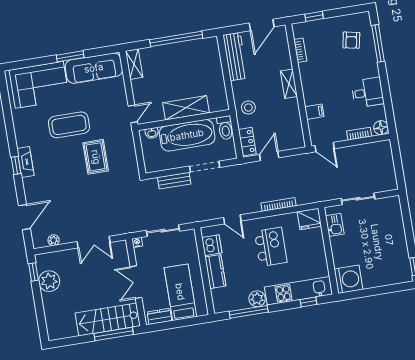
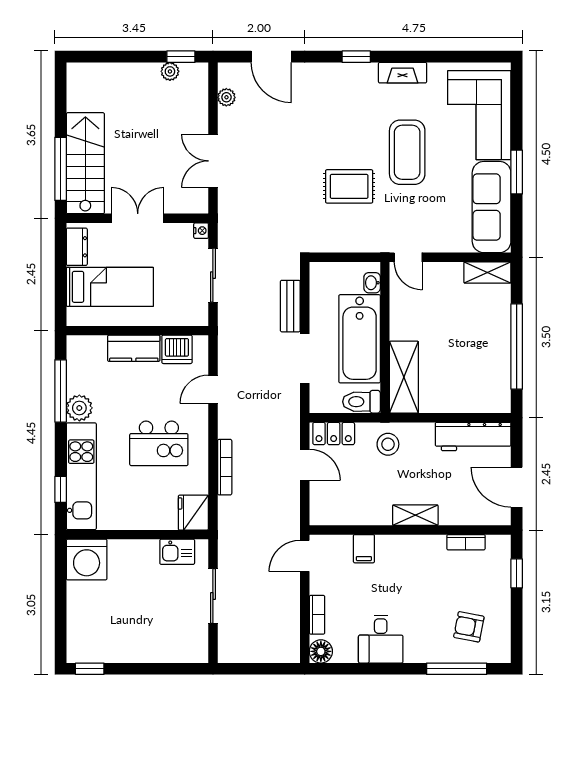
shelving: (186, 108) -> (404, 377), moved
fireplace: (25, 162) -> (403, 73), moved
plant: (49, 281) -> (170, 71), width x0.53, depth x0.53

